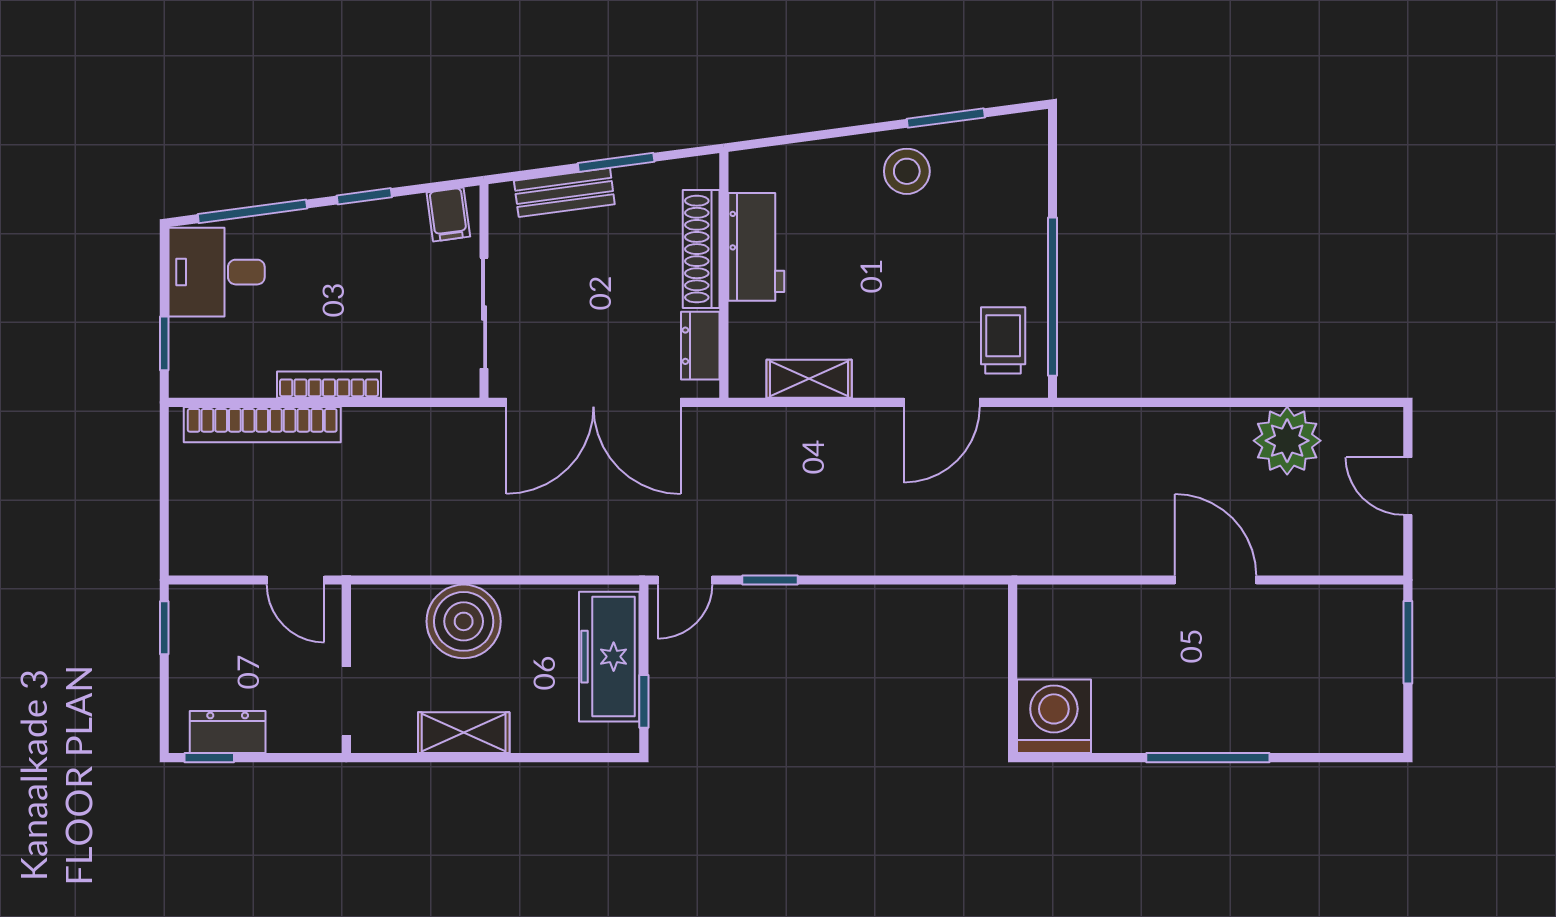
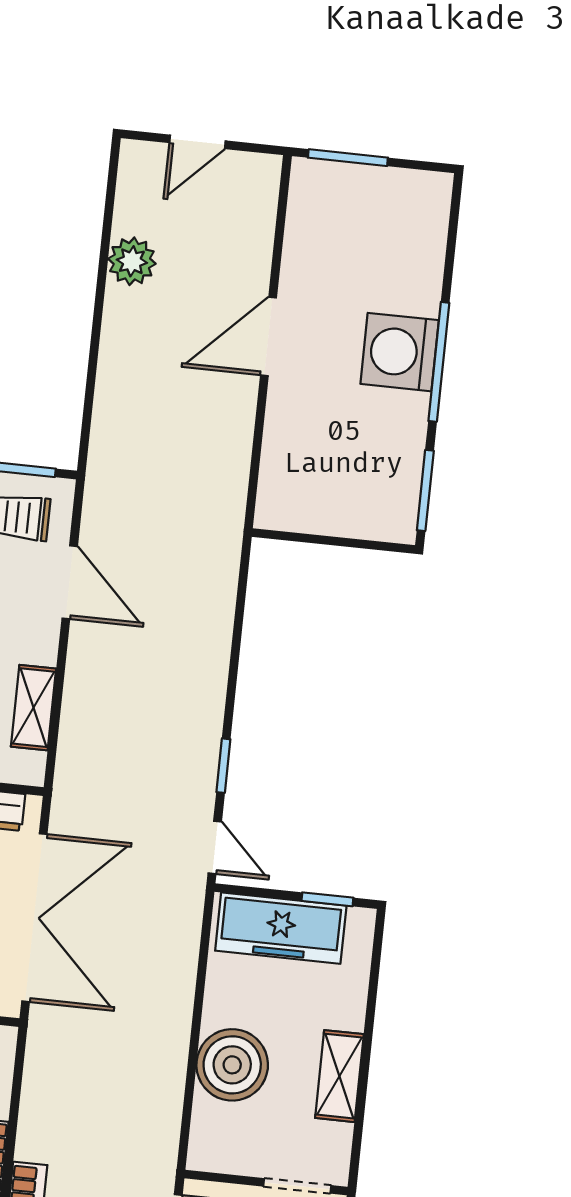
plant: (1287, 441) -> (132, 261), width x0.73, depth x0.73
washing machine: (1054, 716) -> (400, 352), moved
window: (1074, 758) -> (425, 490), added

